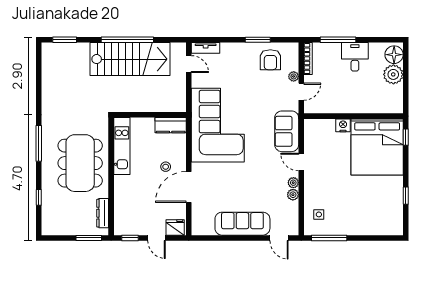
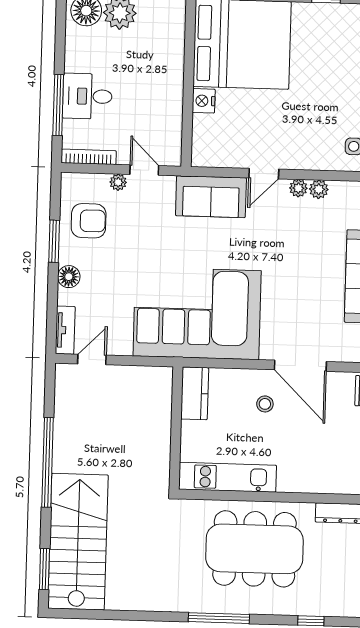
floor lamp: (237, 49) -> (69, 277), added
desk: (355, 57) -> (87, 96), moved
stairs: (130, 59) -> (78, 542), moved

